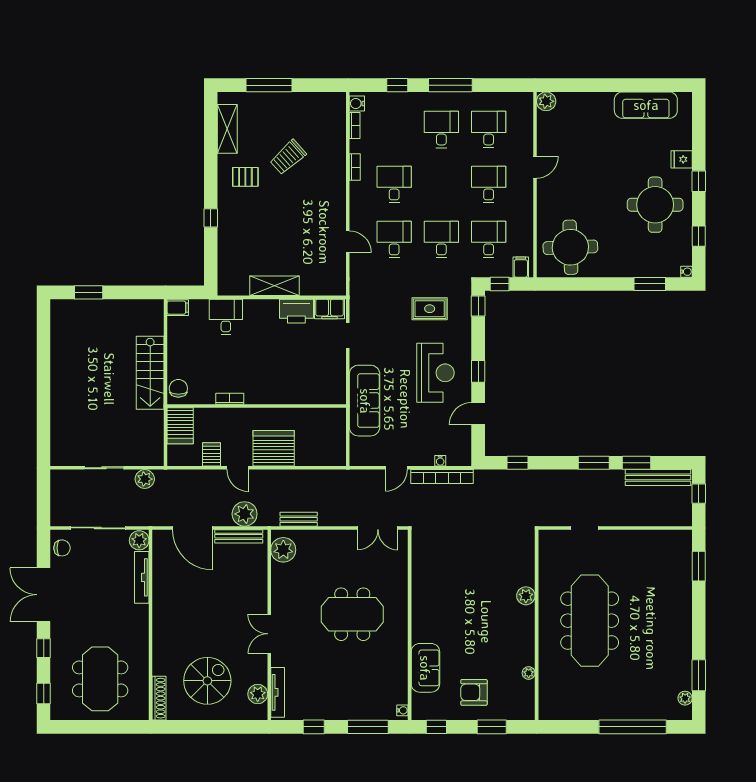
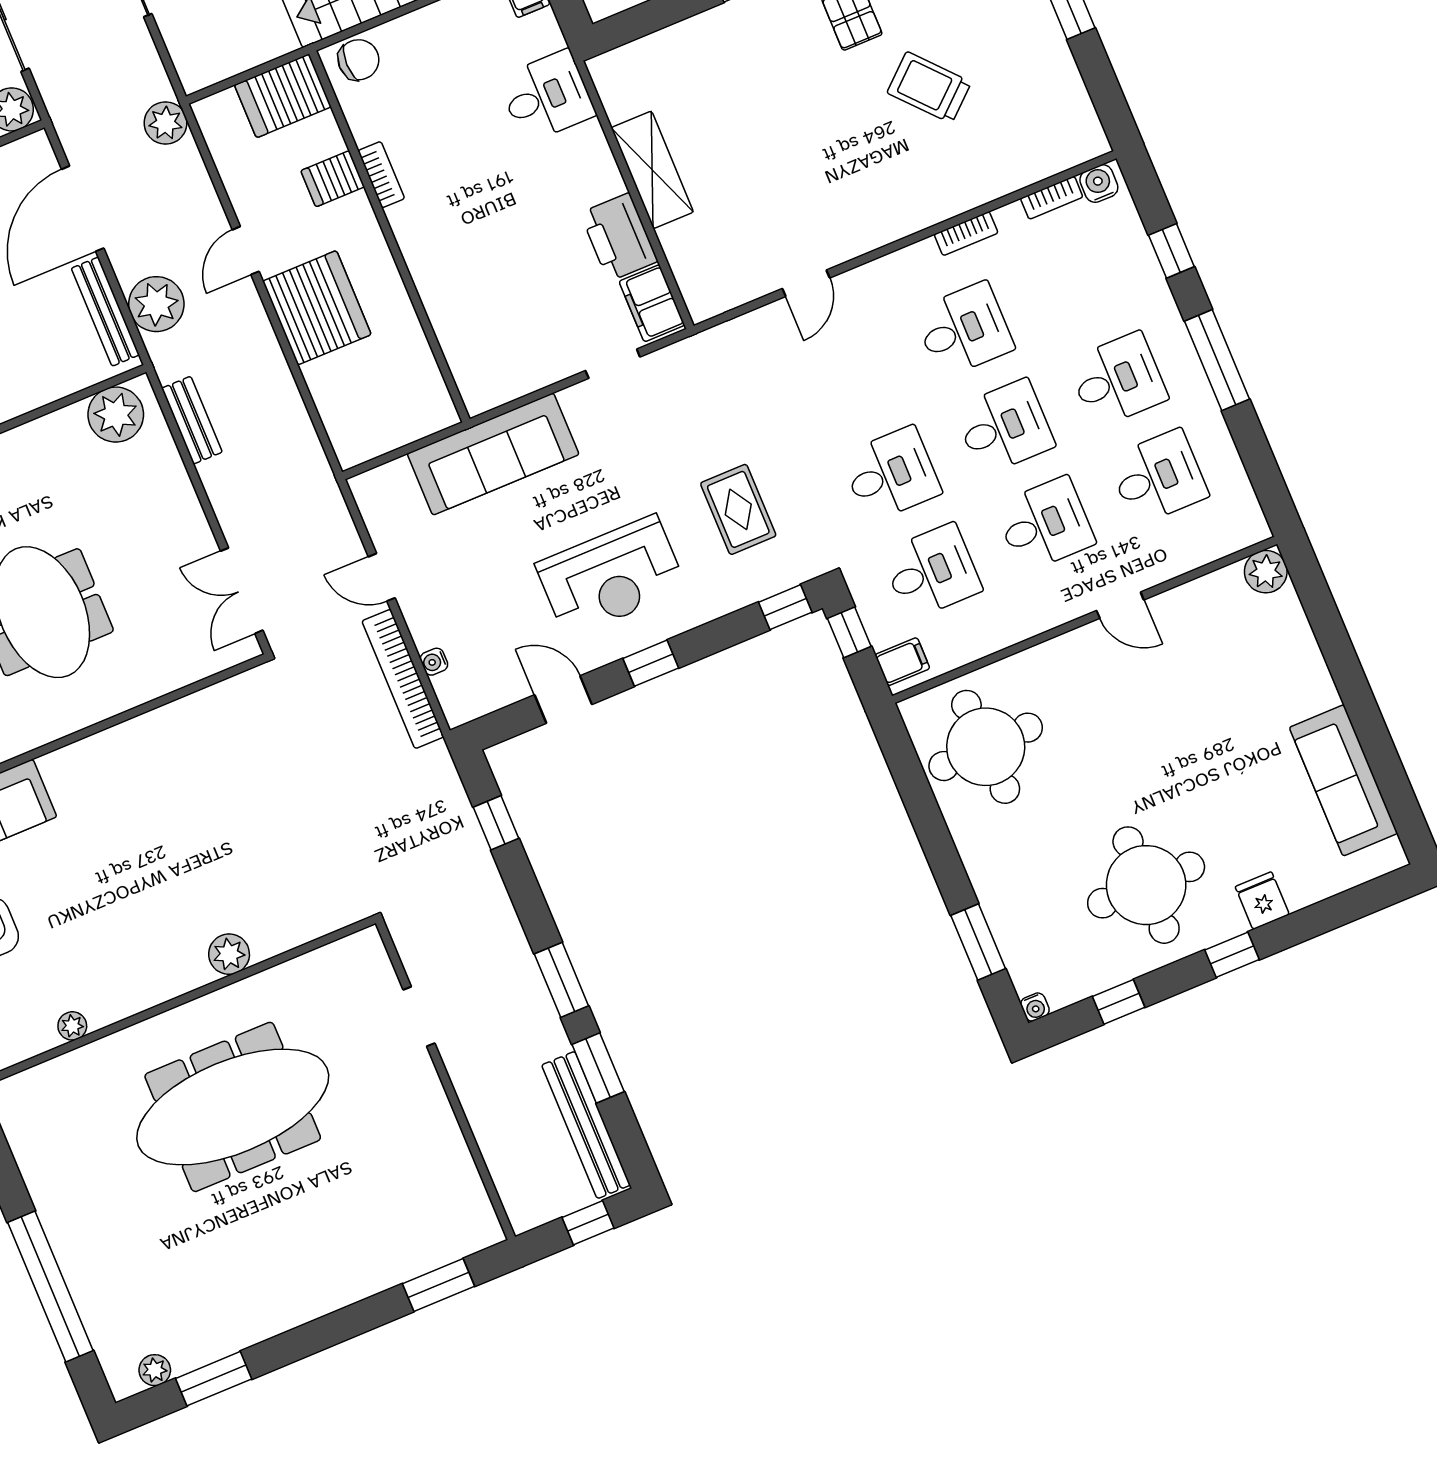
desk: (394, 239) -> (1004, 427), moved
server rack: (212, 454) -> (333, 179), moved, turned 180
plant: (145, 479) -> (166, 123), moved

